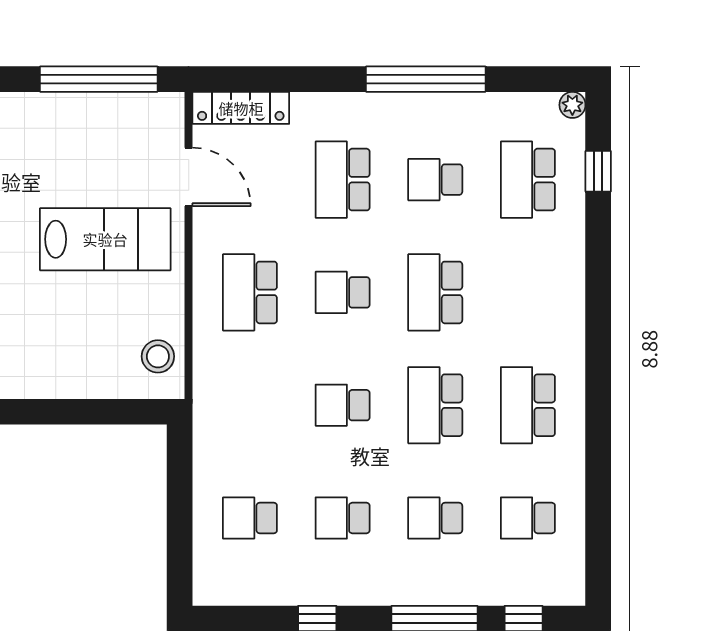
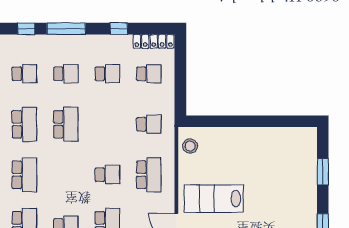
school desk: (435, 292) -> (24, 175), moved
school desk: (343, 405) -> (149, 124), moved
locker: (239, 590) -> (154, 41), added

